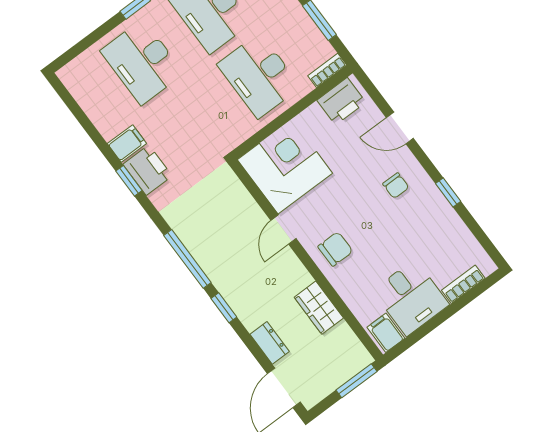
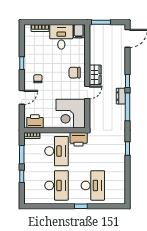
door: (400, 128) -> (22, 97), hinge flipped
filing cabinet: (127, 144) -> (119, 162), removed
printer: (148, 170) -> (79, 139), moved, turned -90
wardrobe: (319, 308) -> (95, 75), moved
dresser: (270, 343) -> (121, 96), moved

